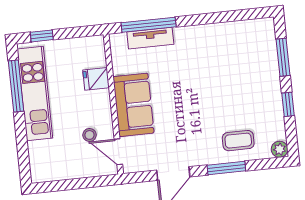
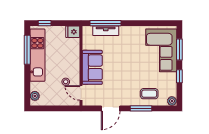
corner sofa: (251, 62) -> (161, 50), added
fridge: (96, 79) -> (73, 32), moved
plant: (38, 166) -> (35, 96), added

